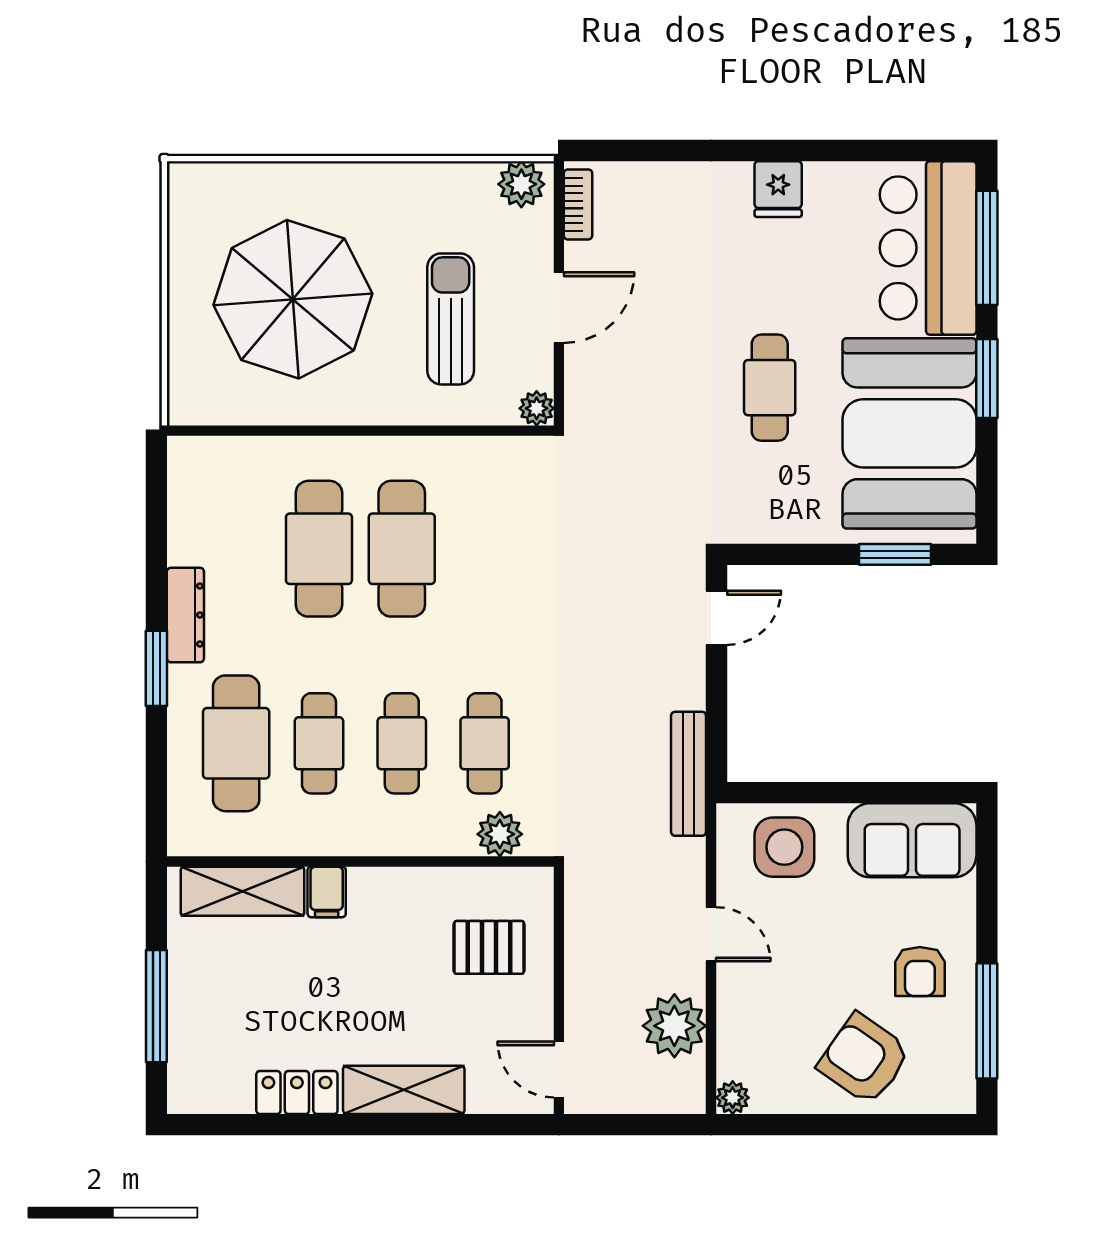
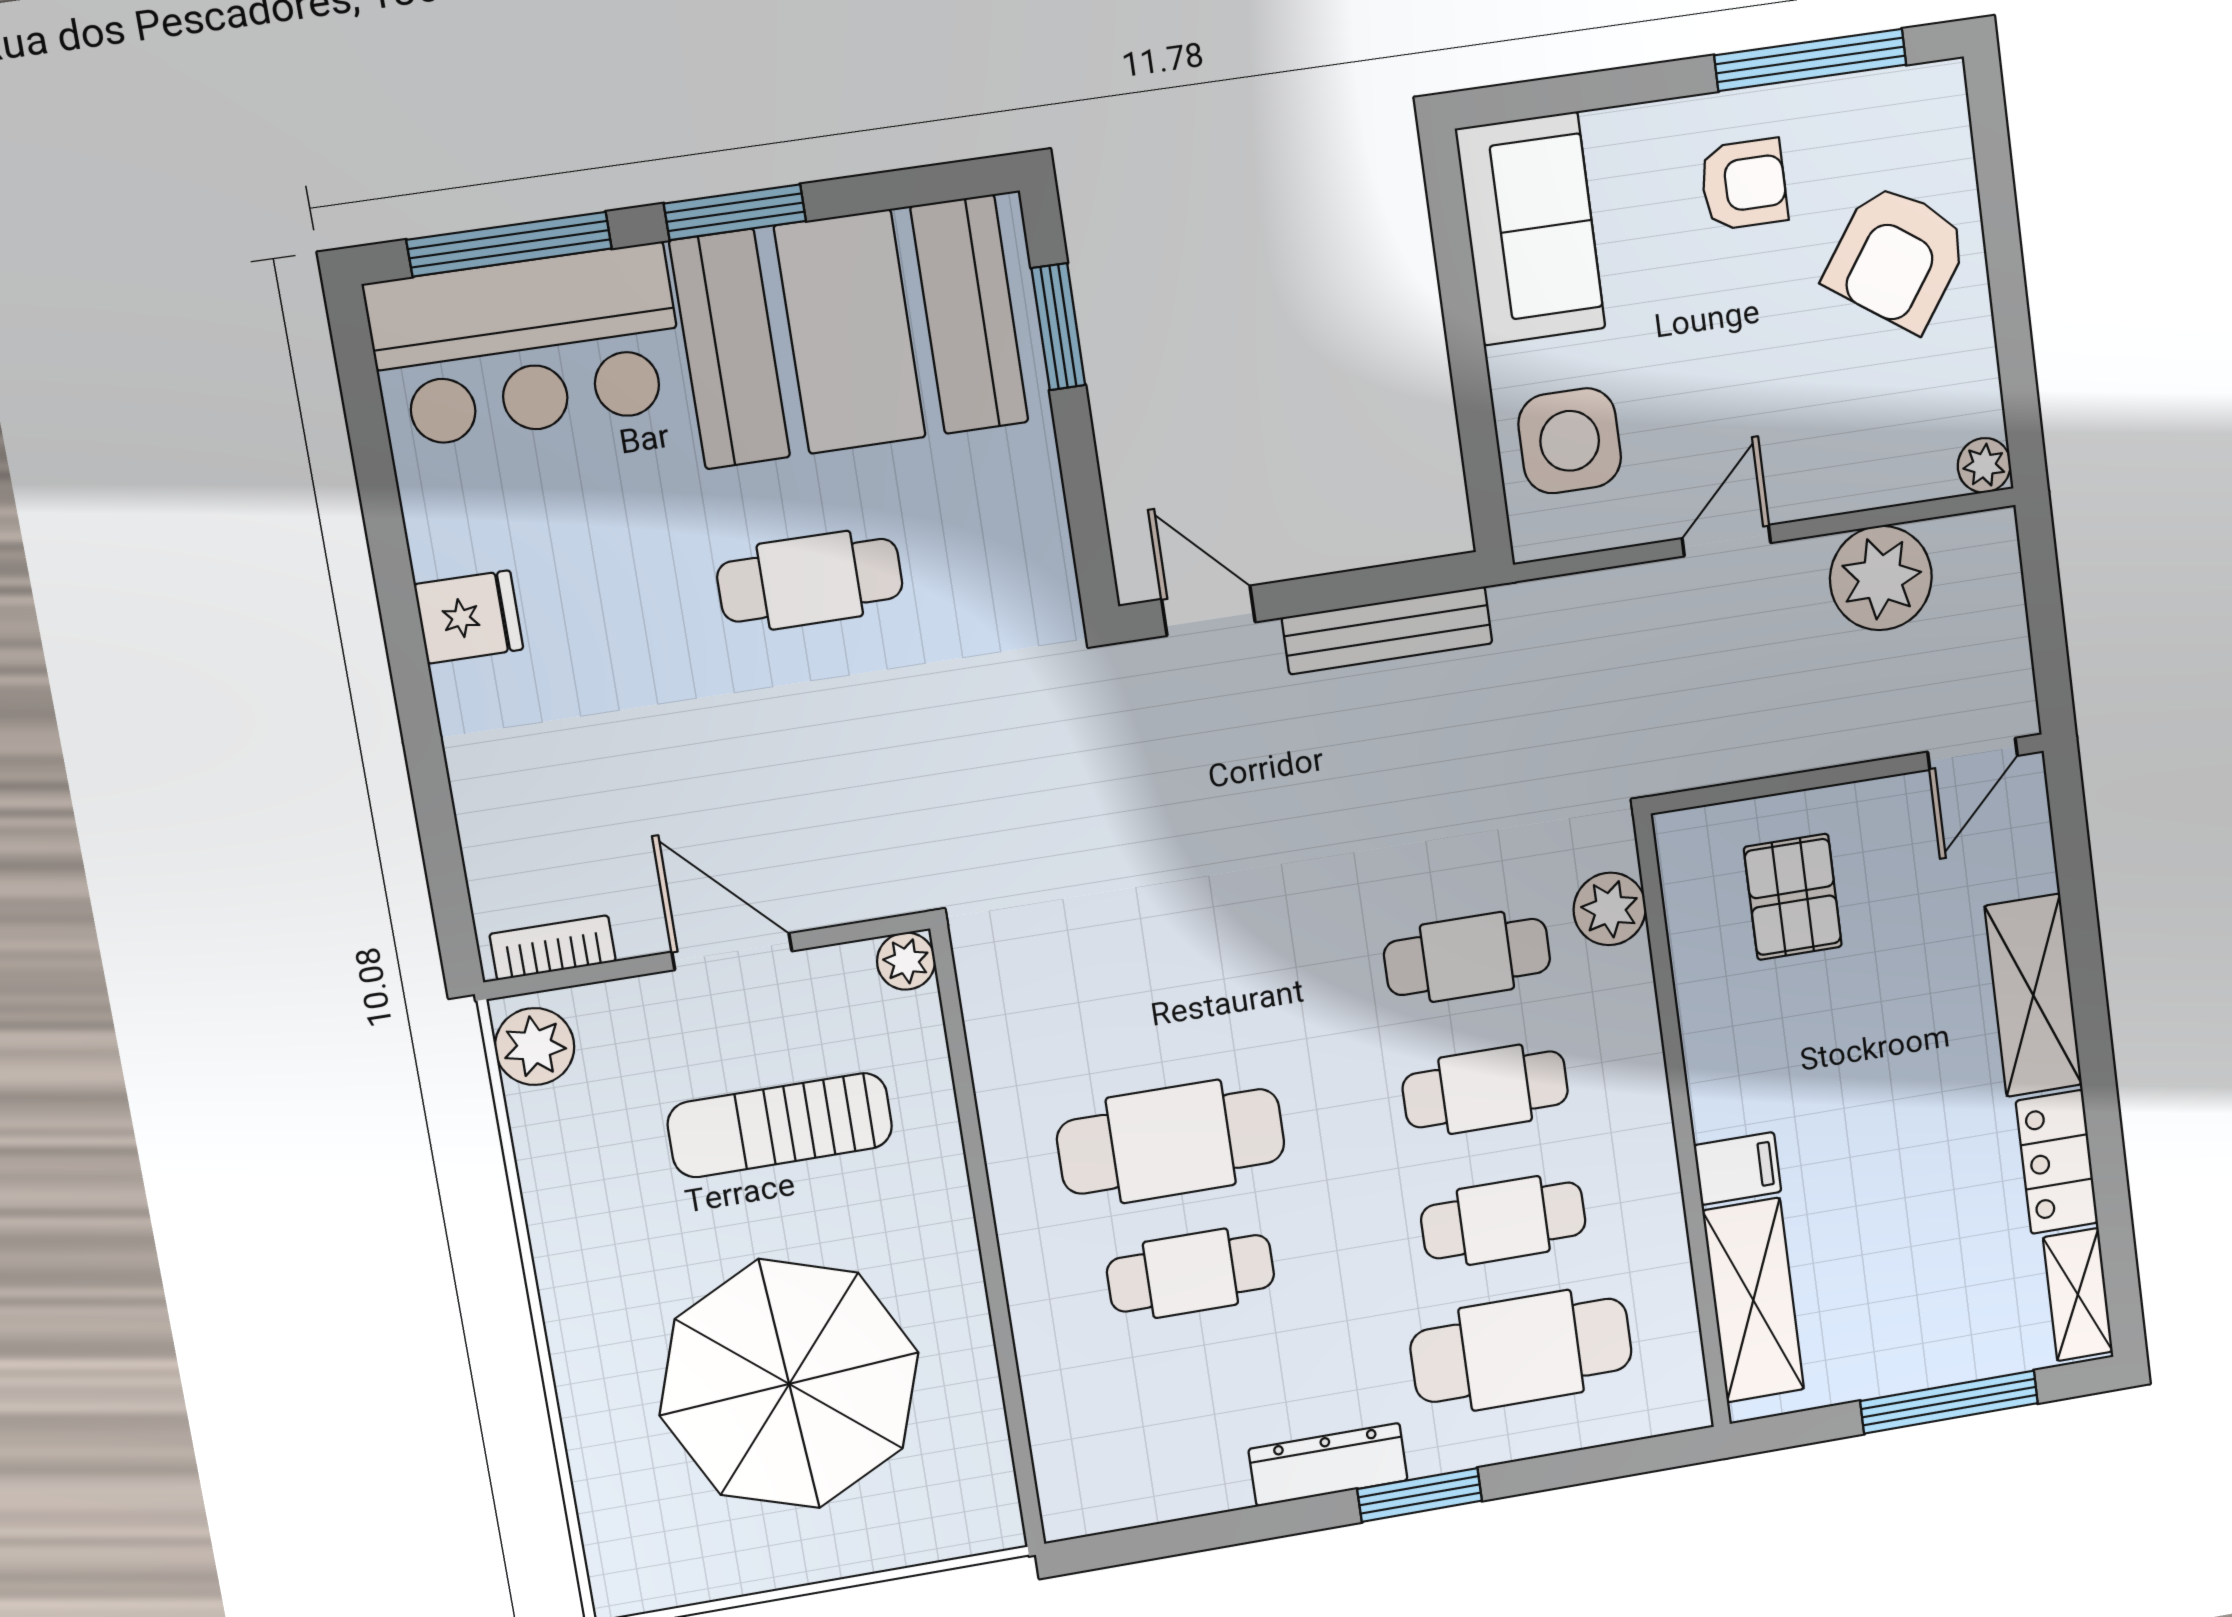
cafe table: (319, 549) -> (1191, 1273), width x0.73, depth x0.74
bench: (689, 774) -> (1387, 630), moved
shelving: (211, 1096) -> (2078, 1295), added

